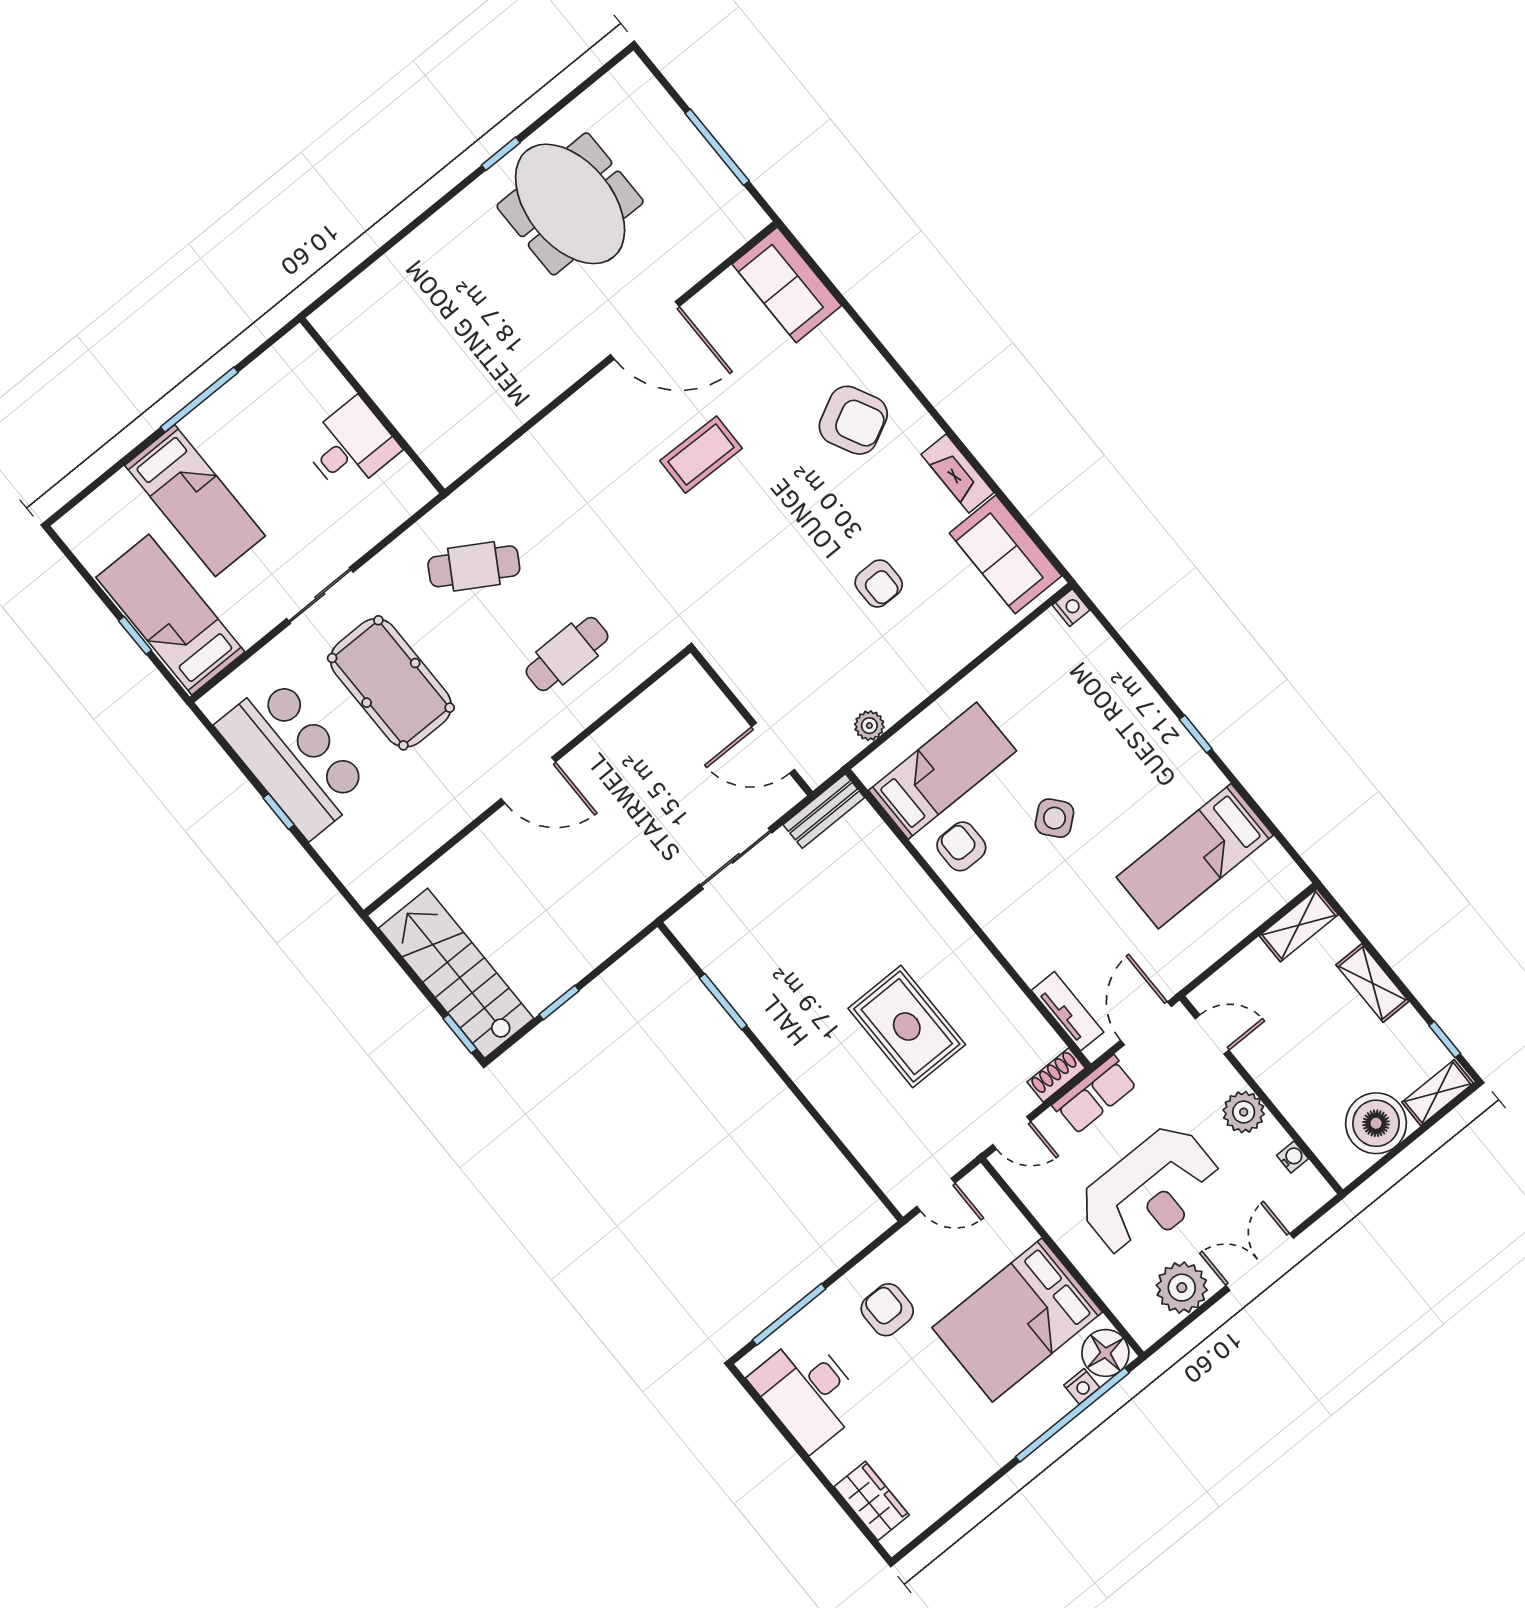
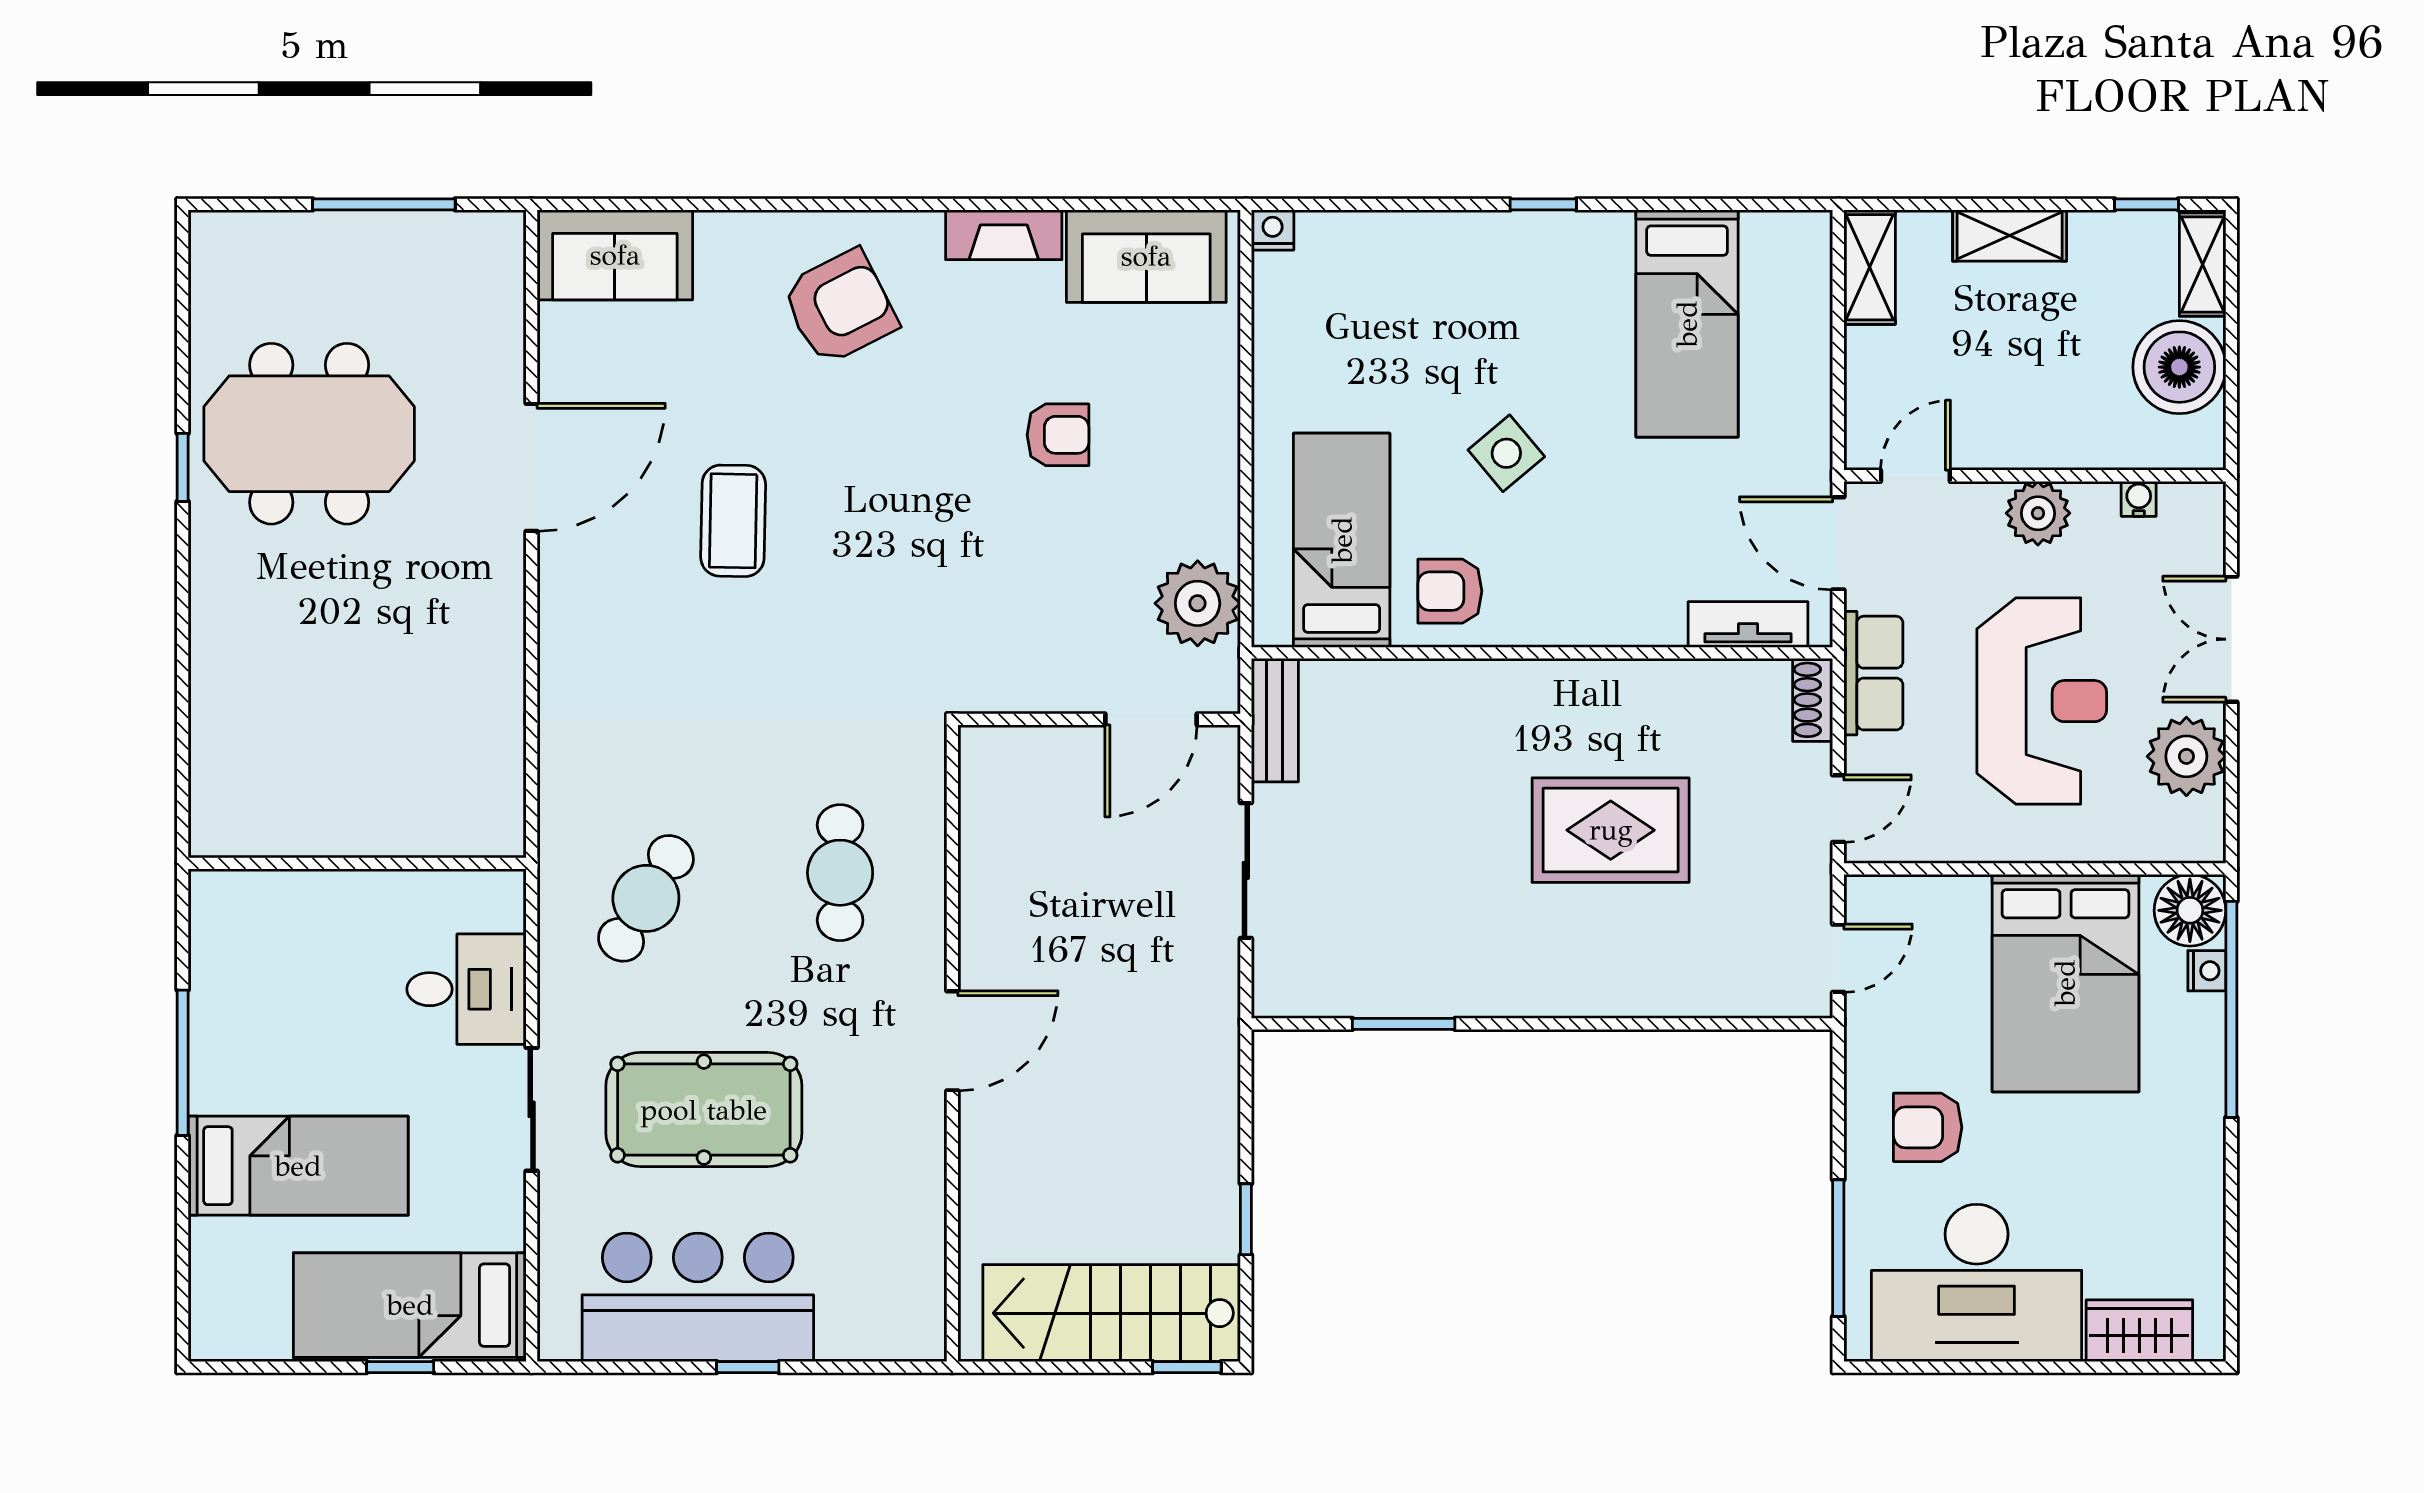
desk: (351, 446) -> (466, 989), moved, turned 90
plant: (869, 726) -> (1198, 603), width x1.88, depth x1.88
desk: (808, 1392) -> (1977, 1283), width x1.36, depth x1.30

